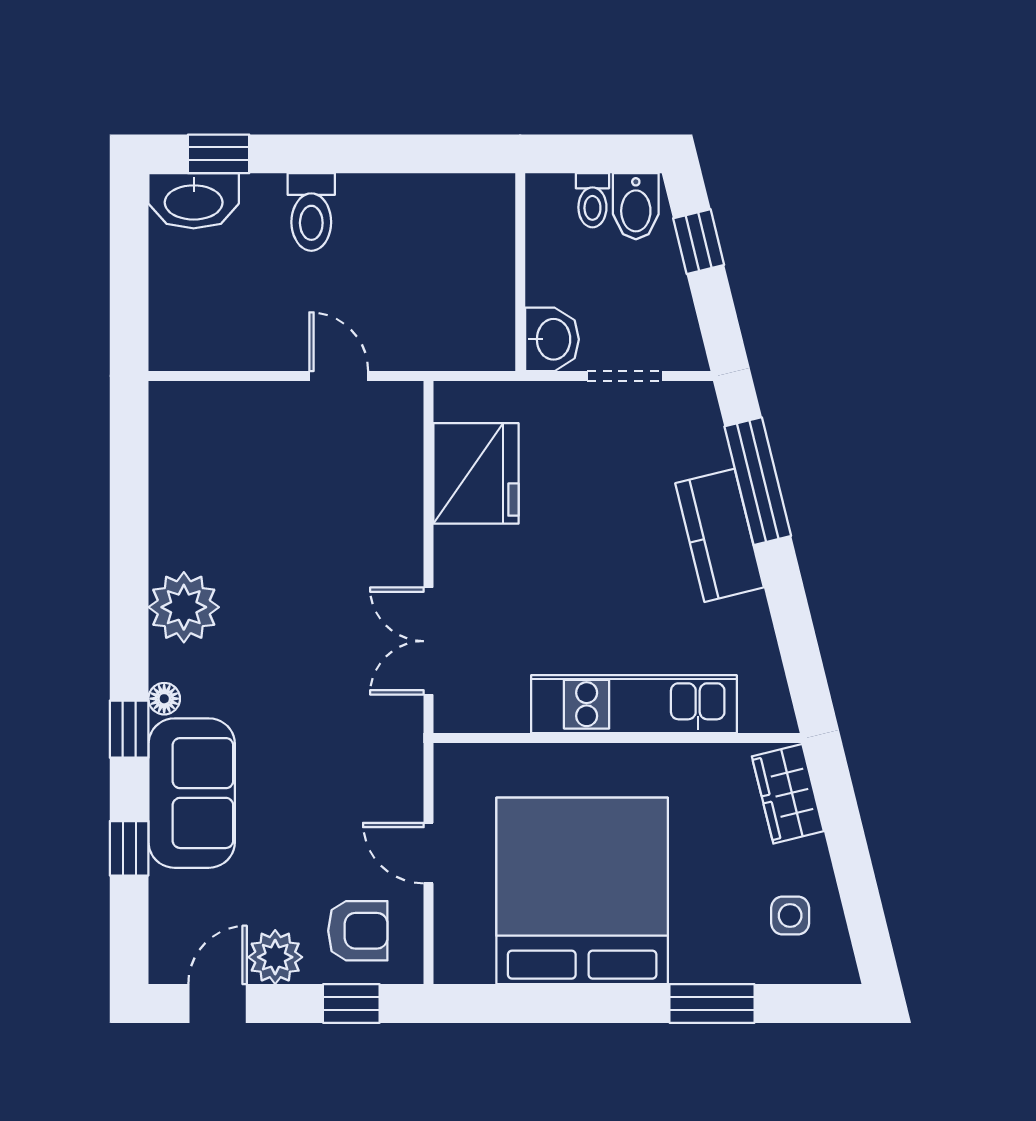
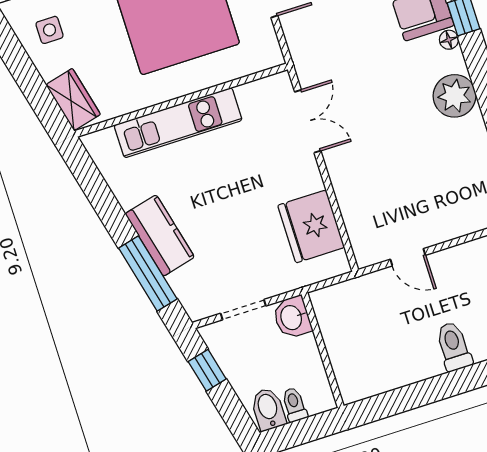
window: (699, 242) -> (207, 370), moved

